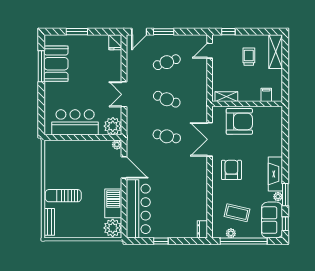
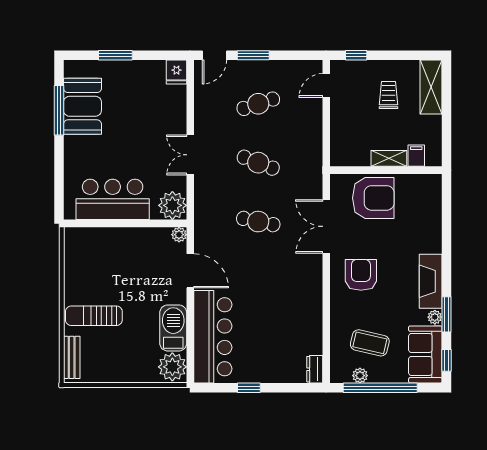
shelving: (226, 97) -> (389, 158), moved

